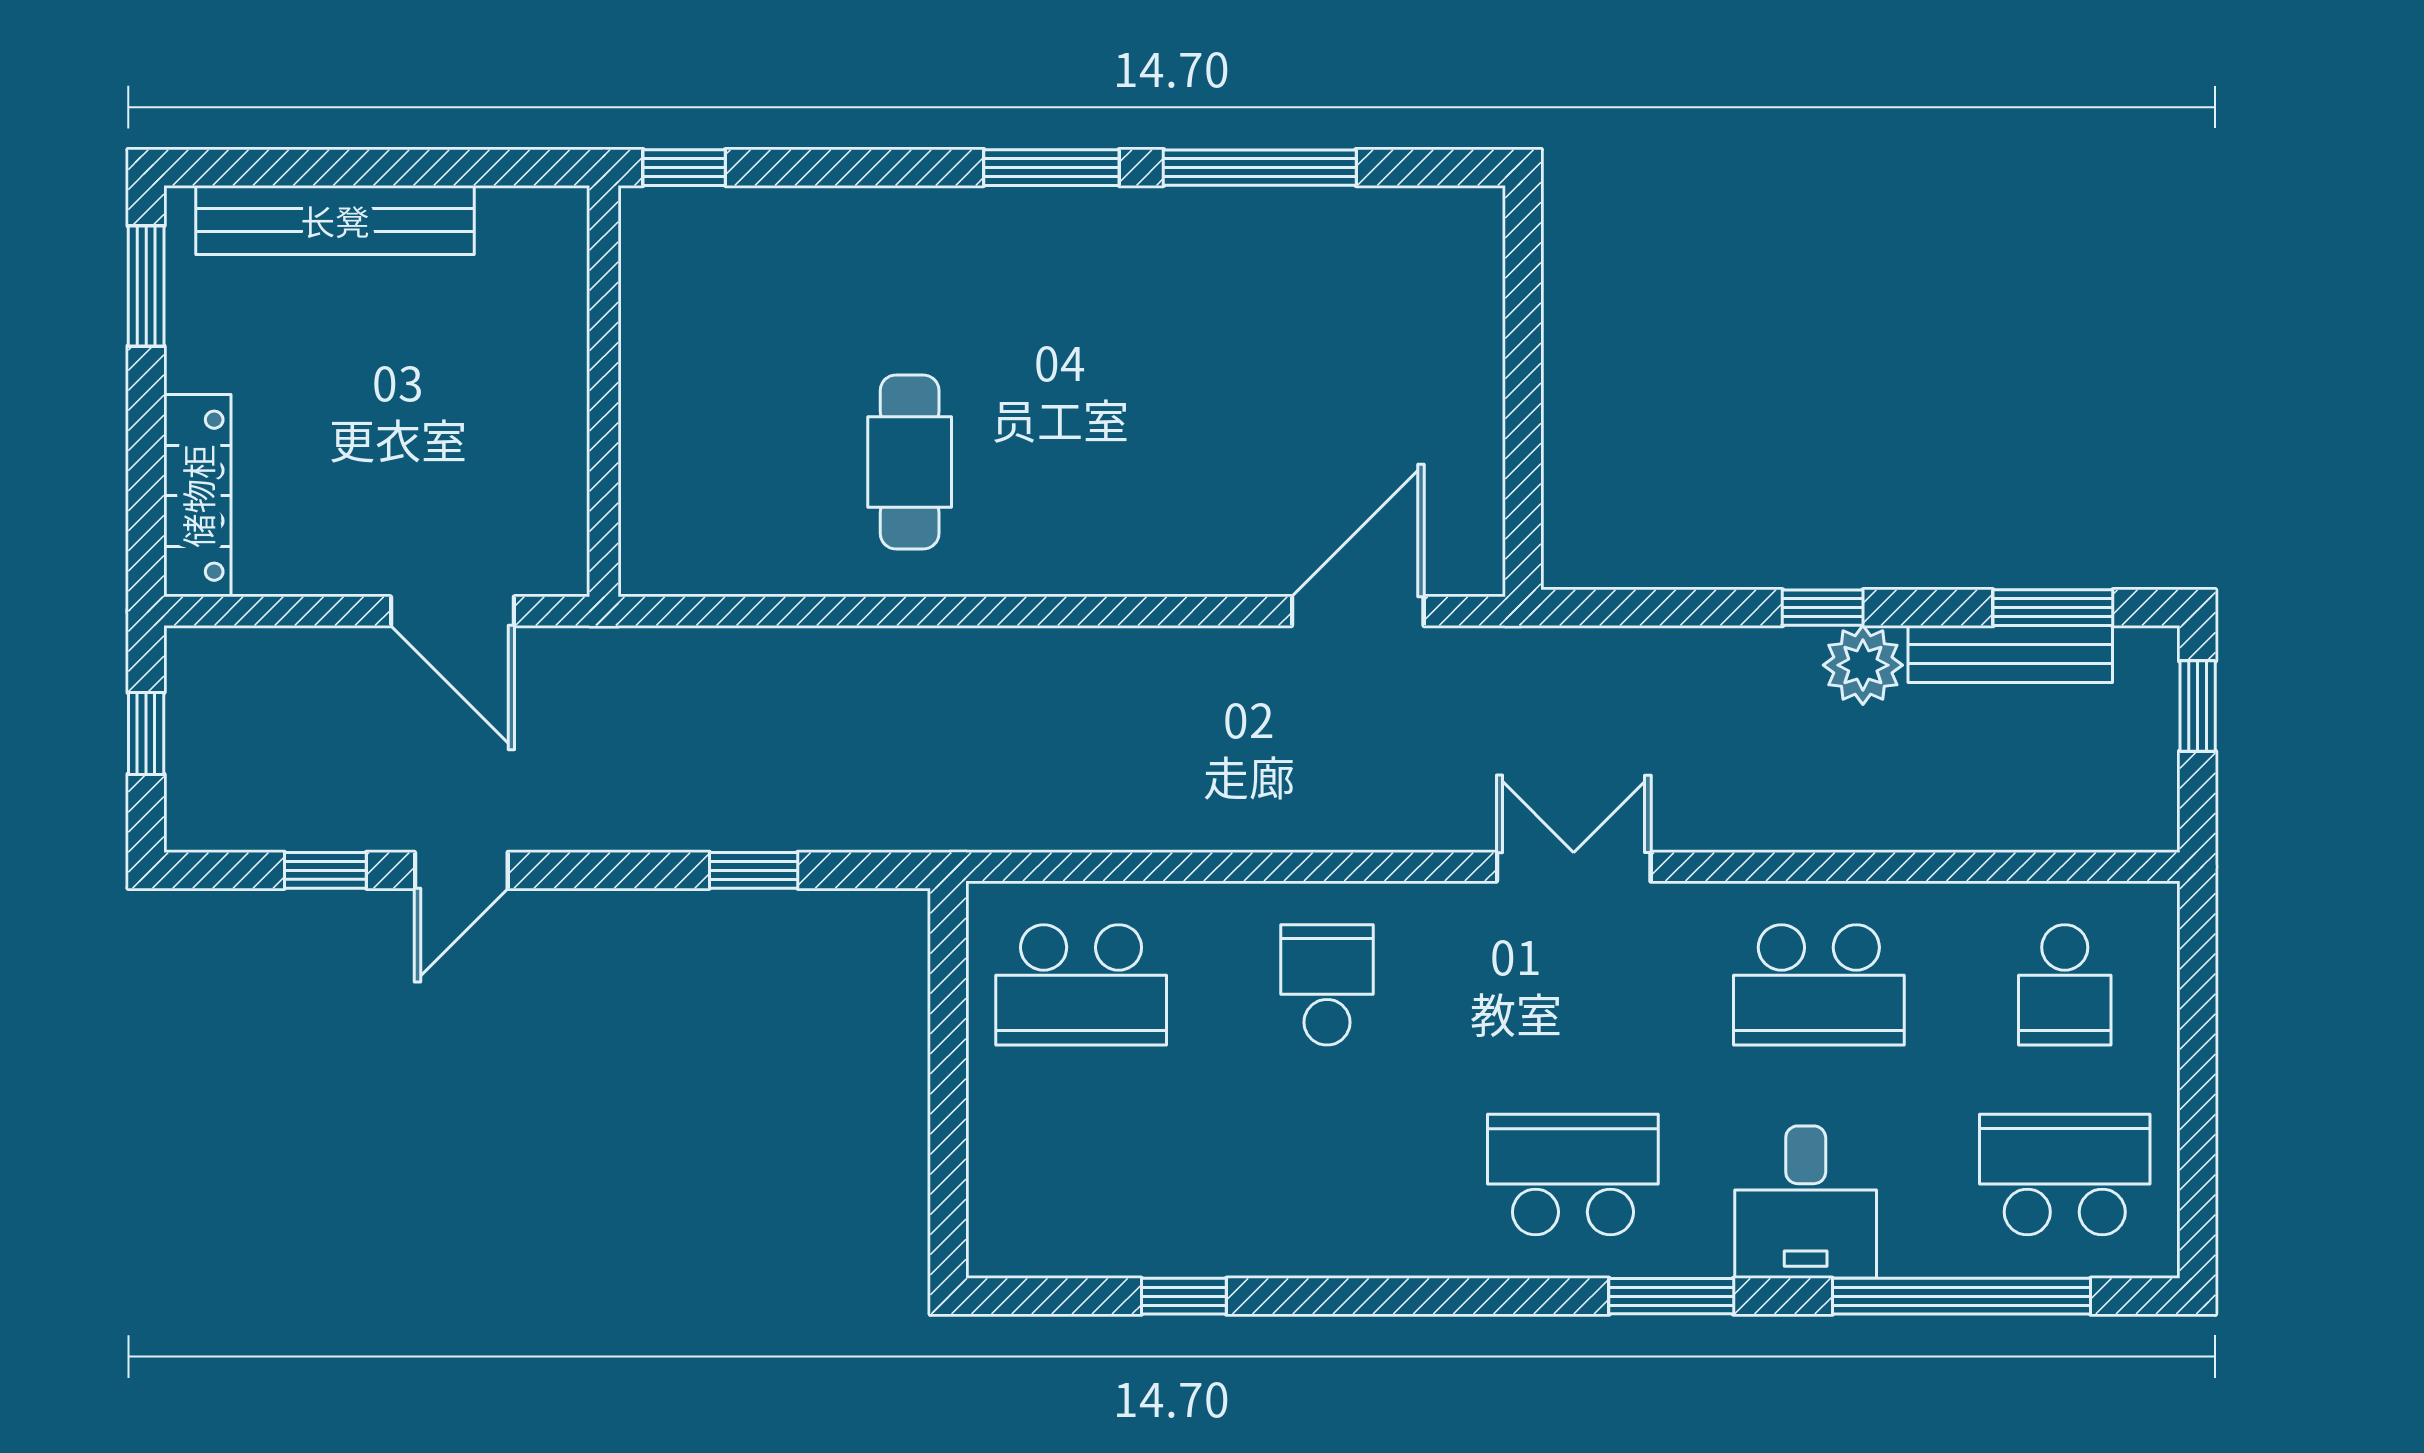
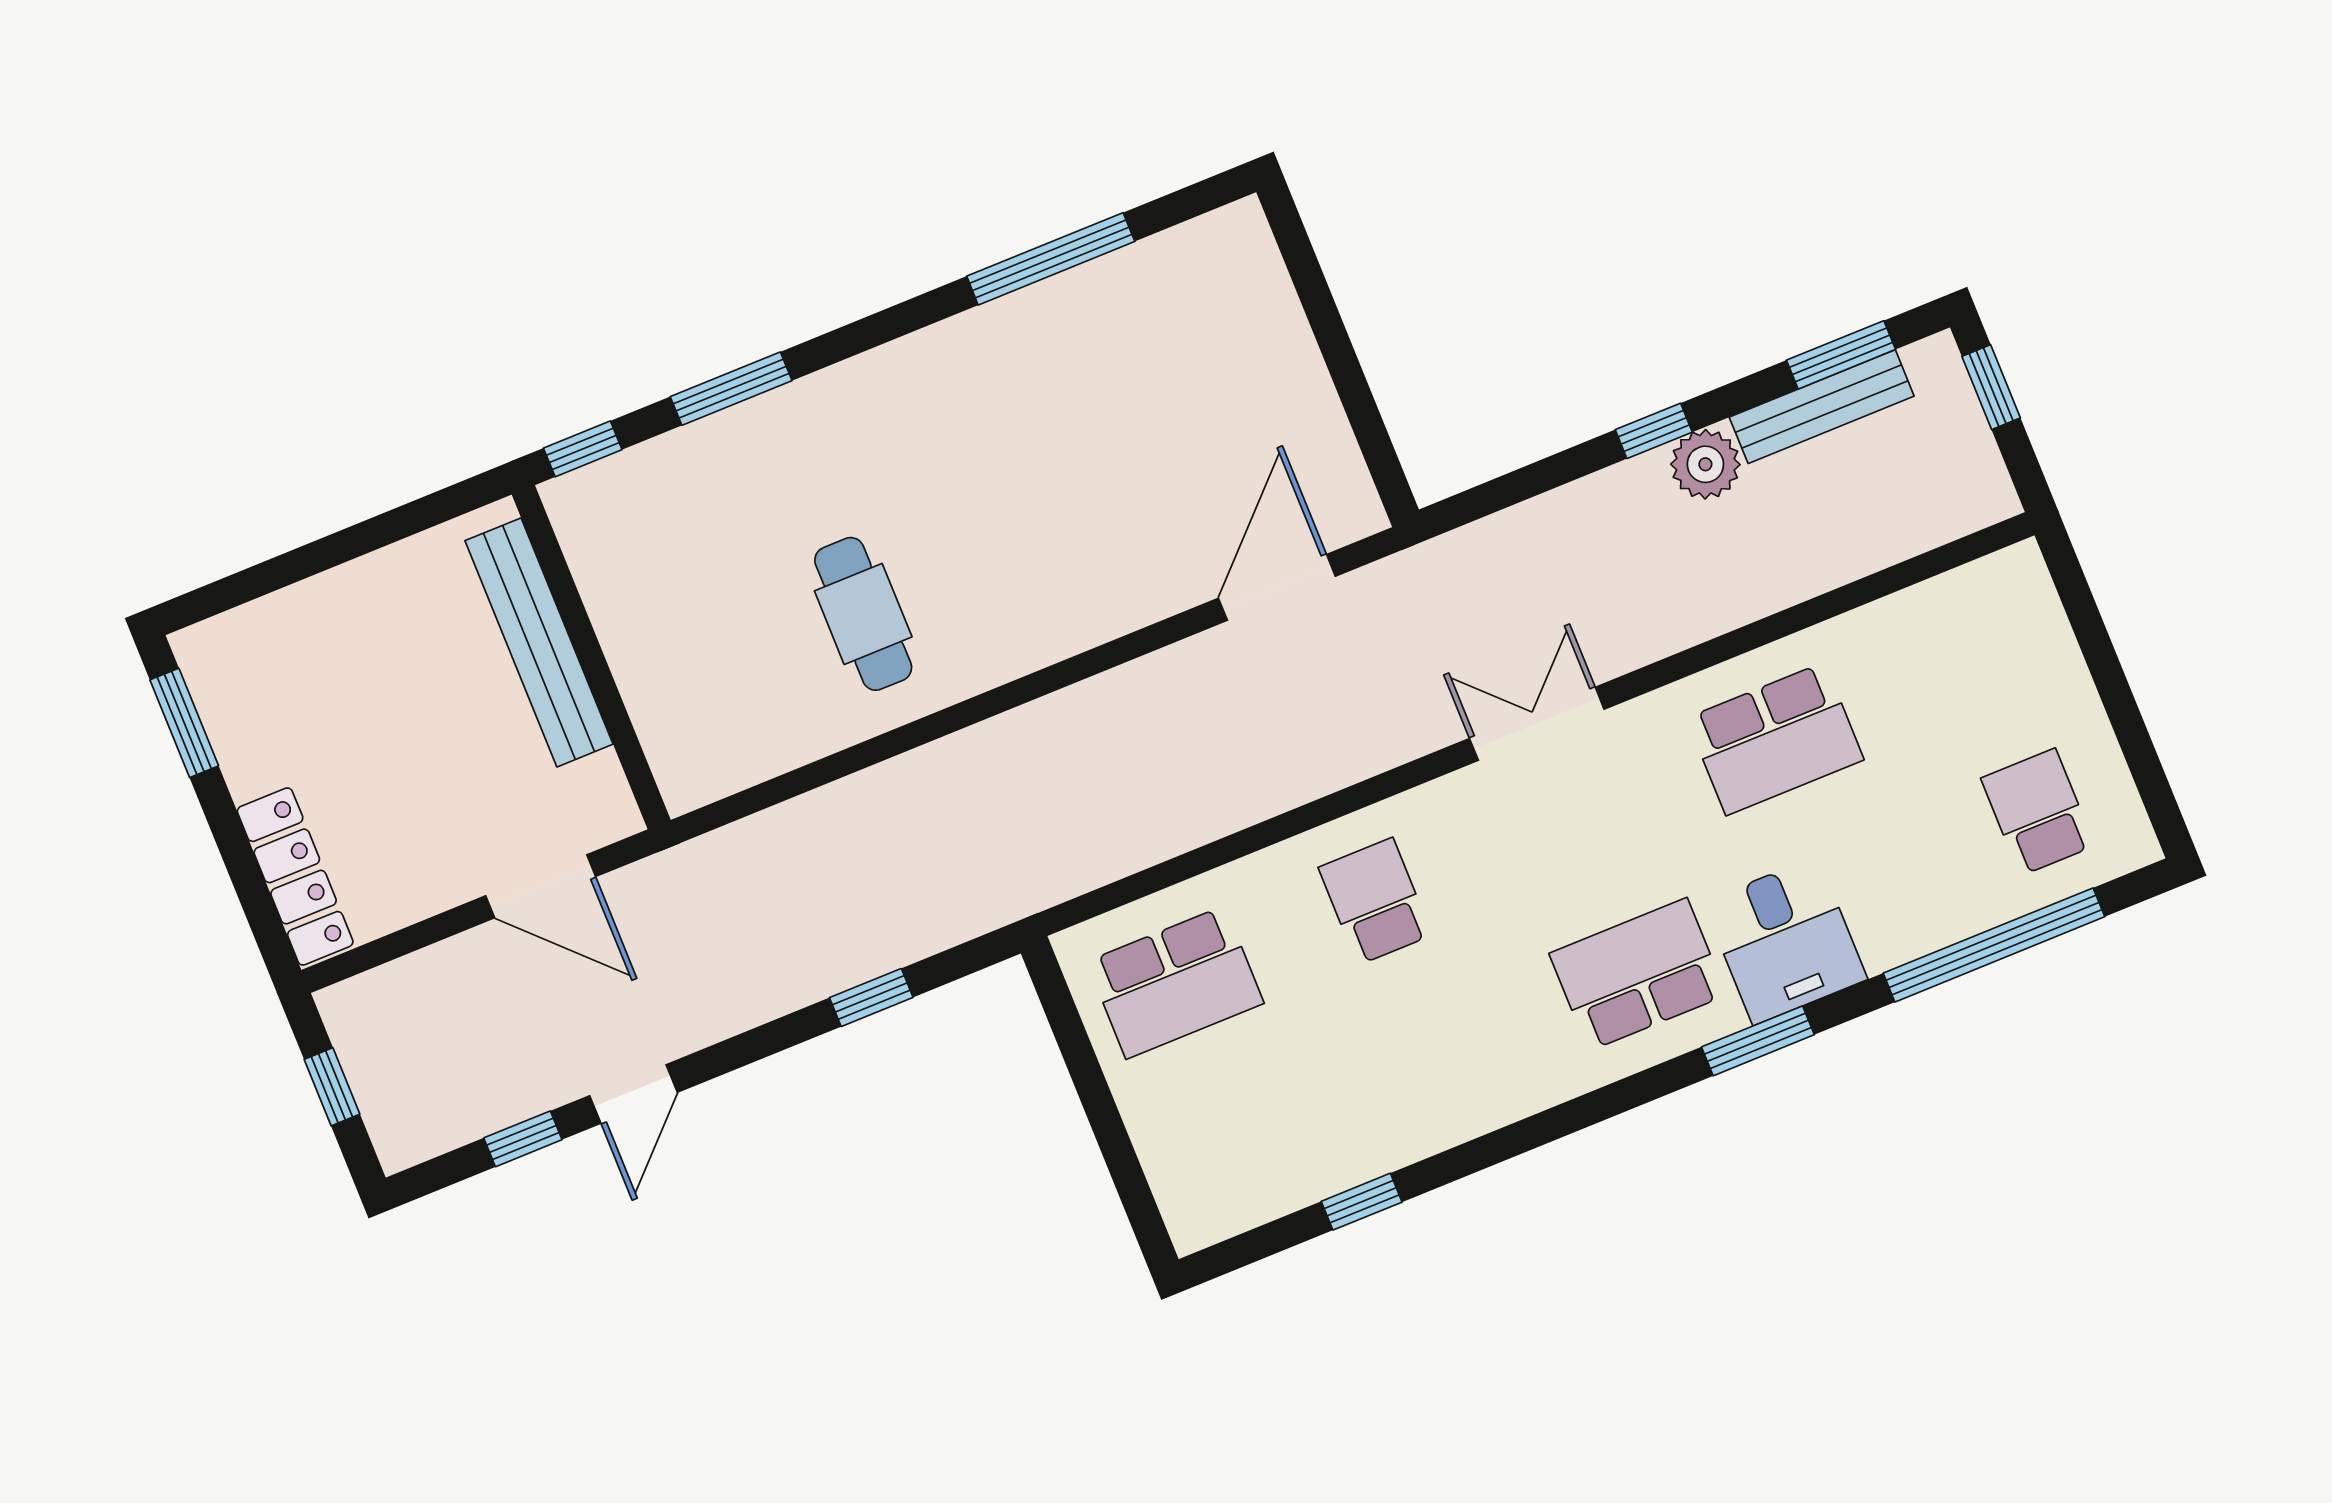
window: (1051, 168) -> (731, 389), moved
bench: (335, 220) -> (539, 642), moved, turned 90
school desk: (2065, 985) -> (1975, 658), removed
school desk: (2065, 1175) -> (2038, 812), width x0.54
desk: (1806, 1202) -> (1785, 941), moved

